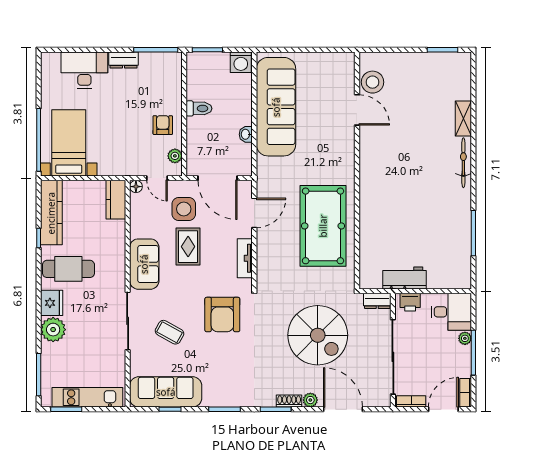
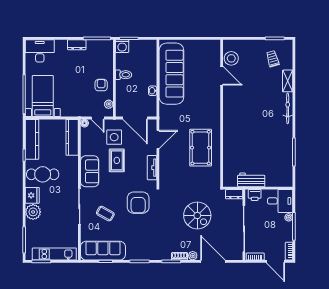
washing machine: (241, 62) -> (122, 46), moved
desk: (84, 70) -> (40, 51), moved
trolley: (439, 83) -> (273, 59), added
kitchen counter: (116, 200) -> (72, 137), width x1.50
pool table: (323, 226) -> (201, 148), width x0.73, depth x0.76
spiral stairs: (318, 335) -> (197, 215), width x0.73, depth x0.73
door: (443, 409) -> (275, 261), swing flipped

